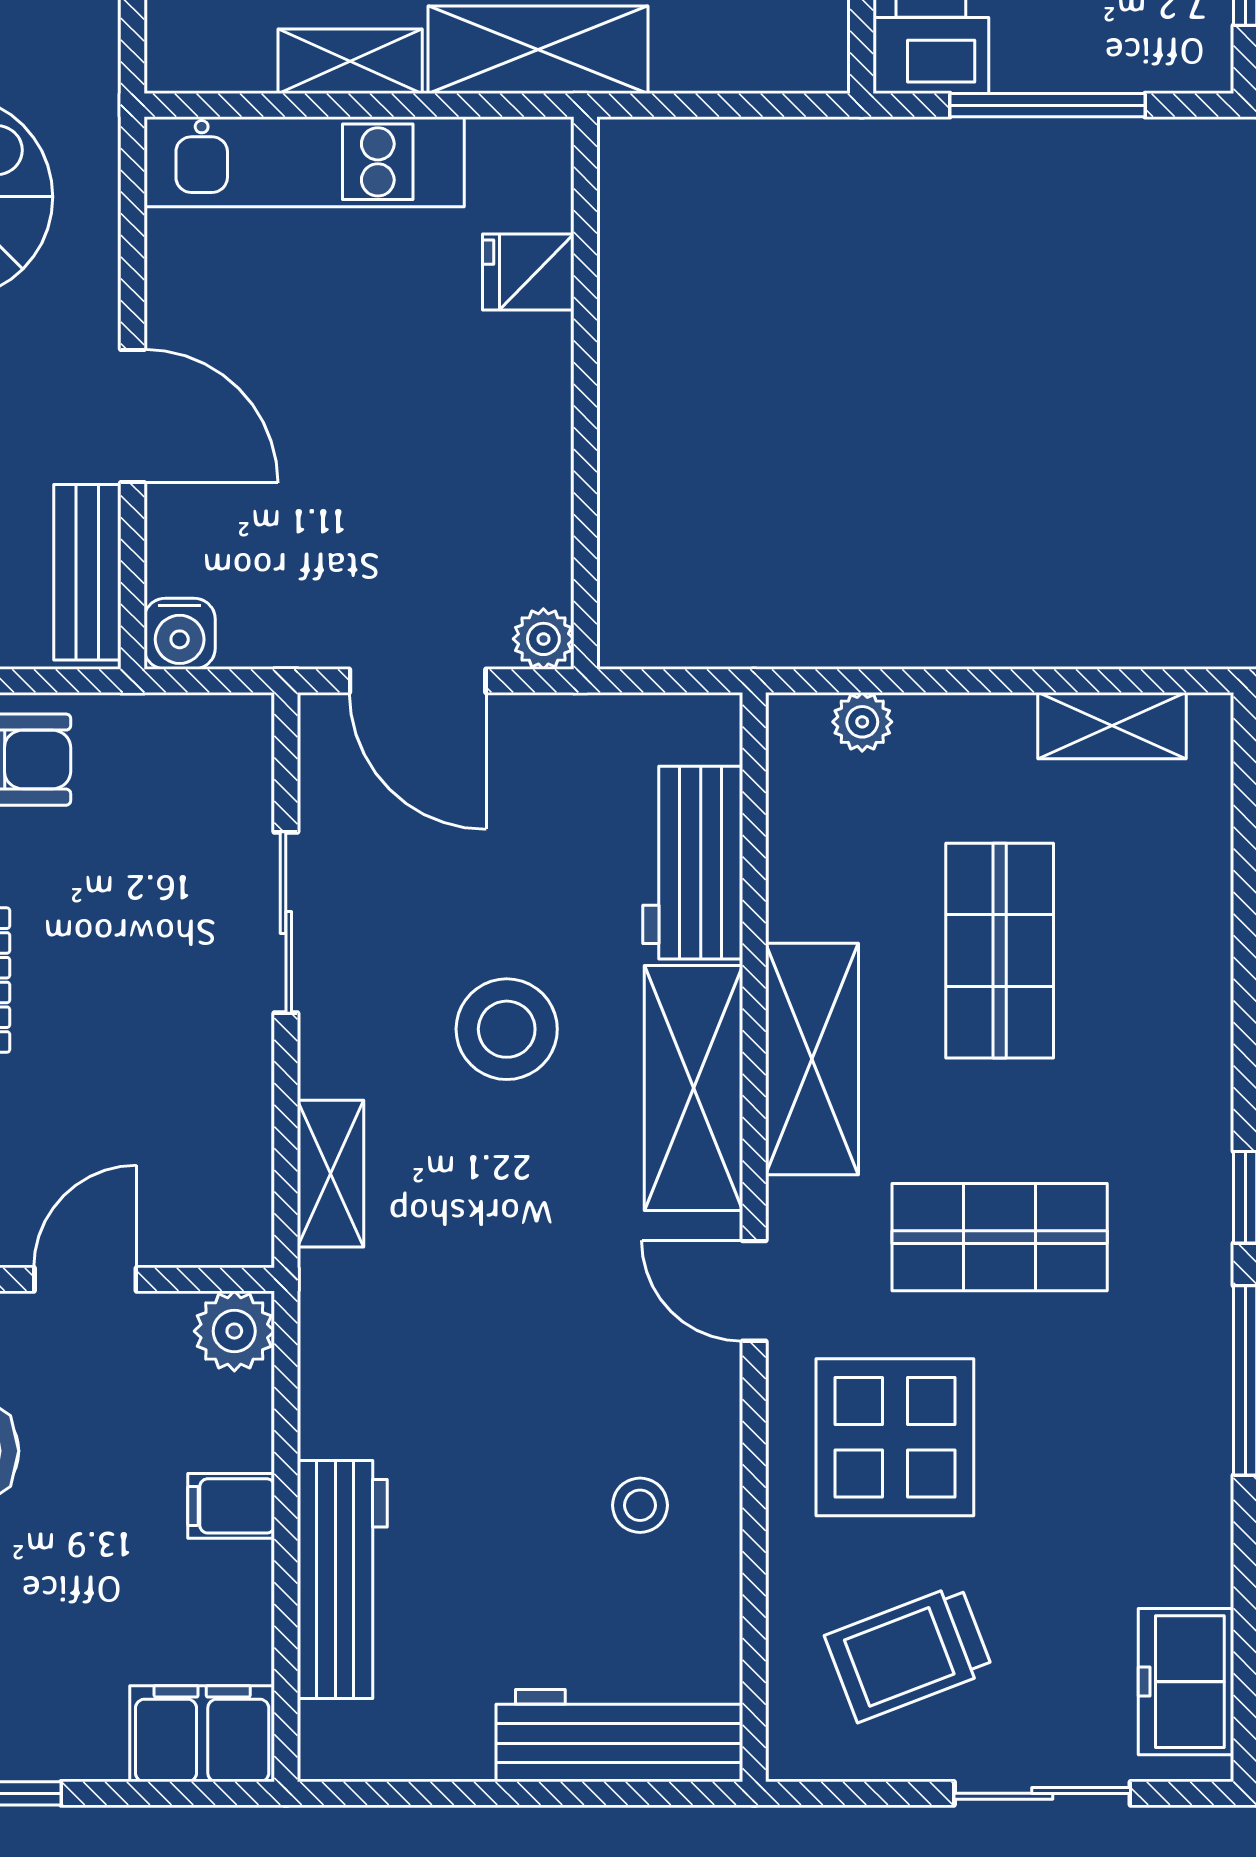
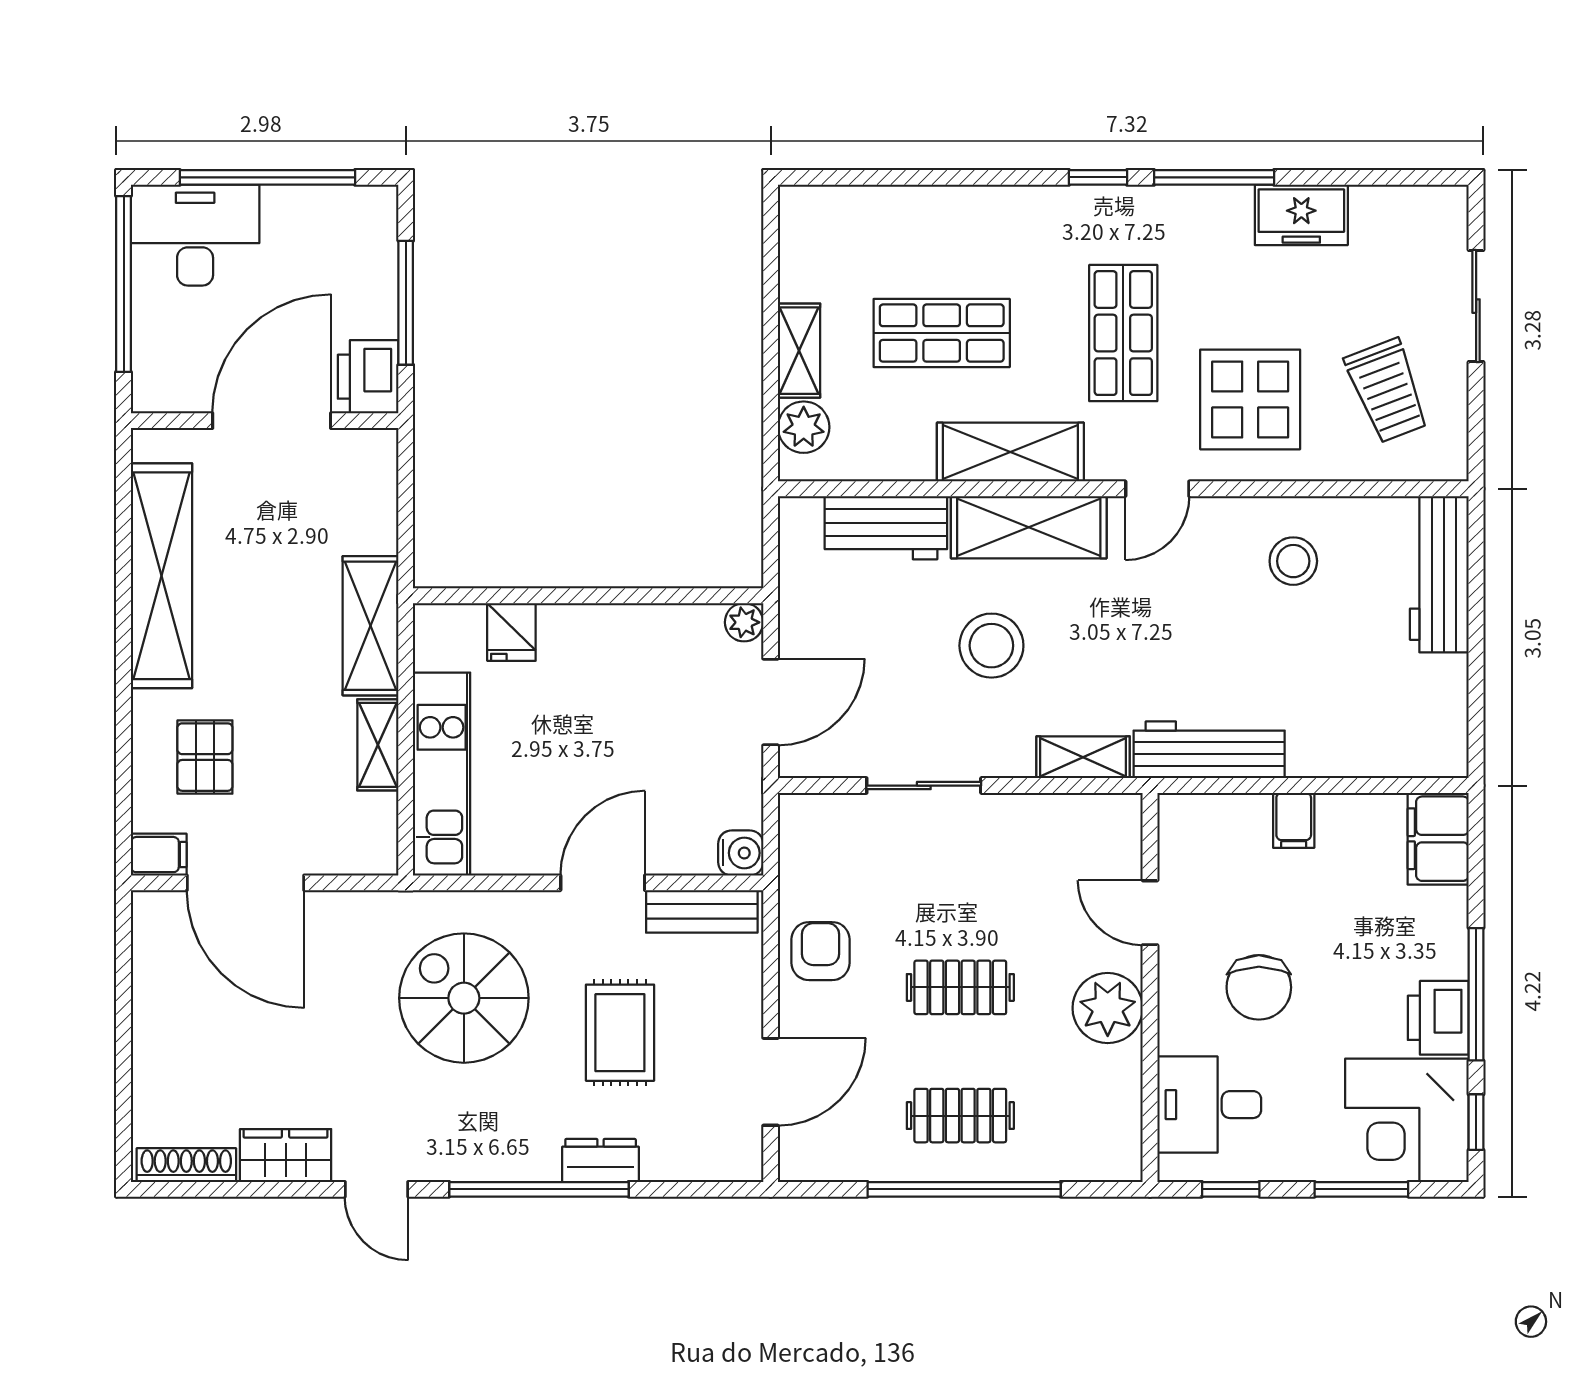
plant: (862, 722) -> (804, 427), width x1.38, depth x1.38
shelving: (1112, 726) -> (799, 351), moved
plant: (234, 1331) -> (1183, 818), removed
stool: (640, 1505) -> (1293, 561), width x1.37, depth x1.37
workbench: (342, 1579) -> (1209, 750), moved
freezer: (1186, 1682) -> (1301, 215), moved

